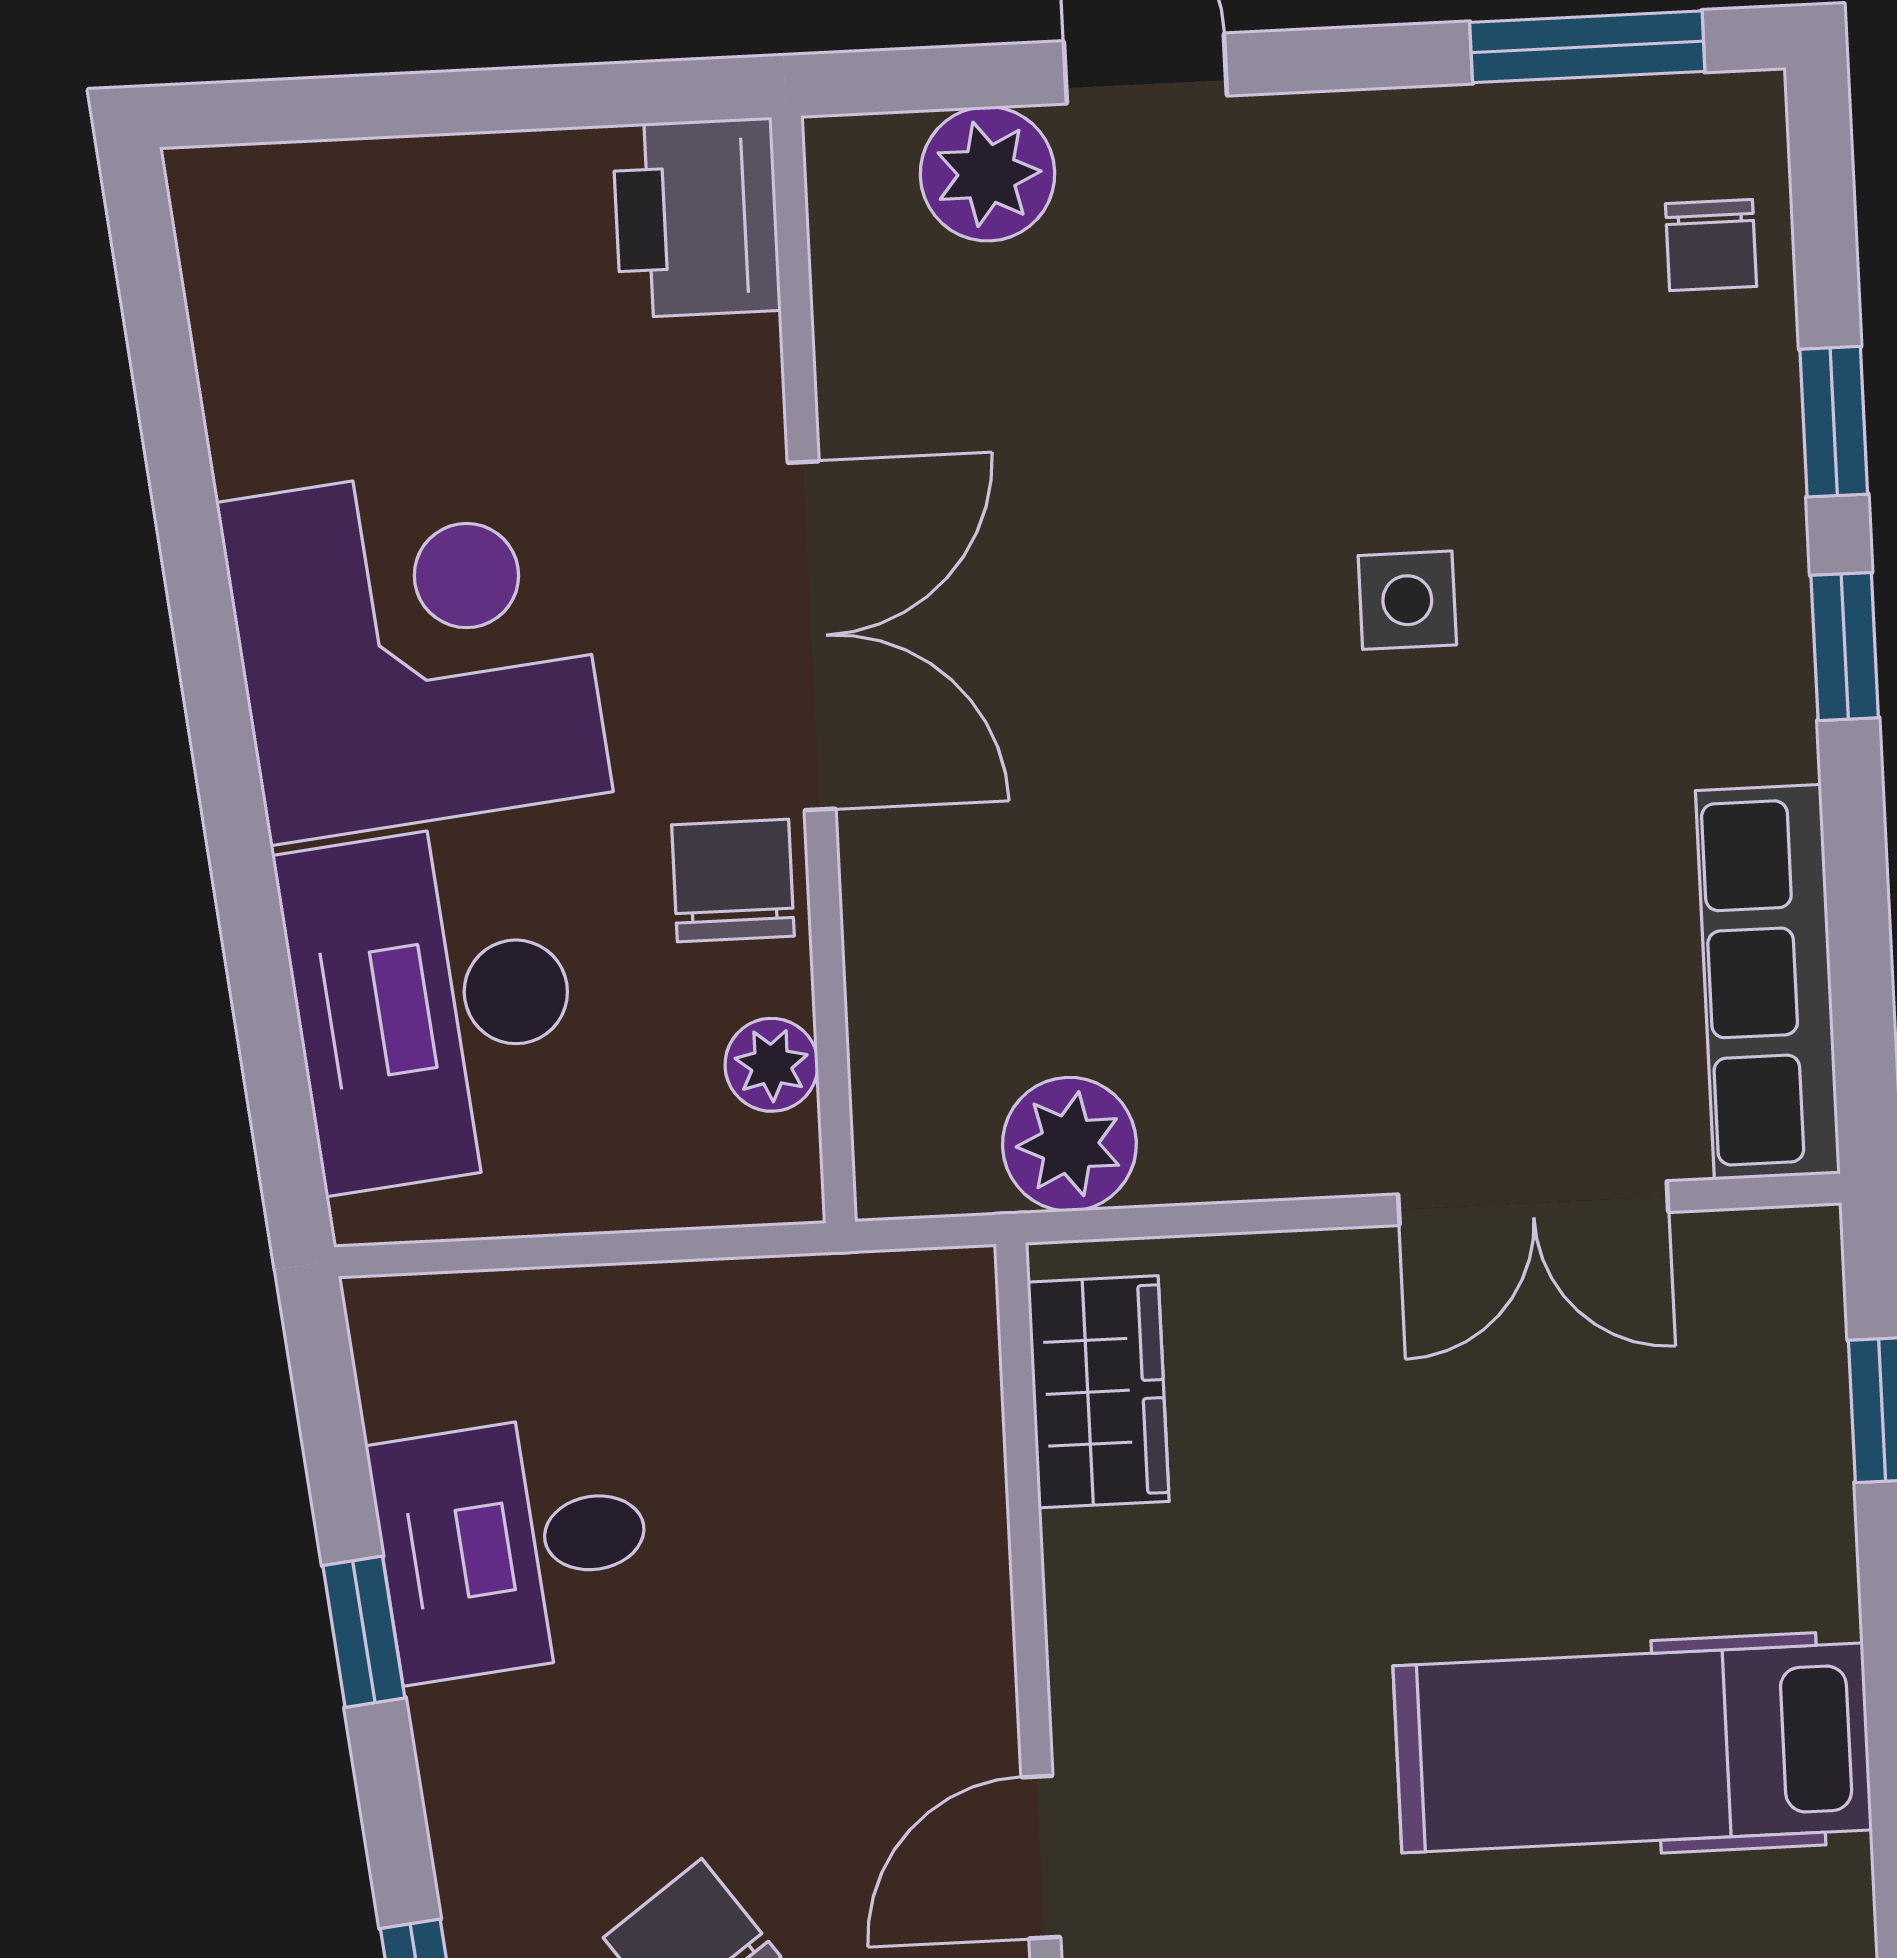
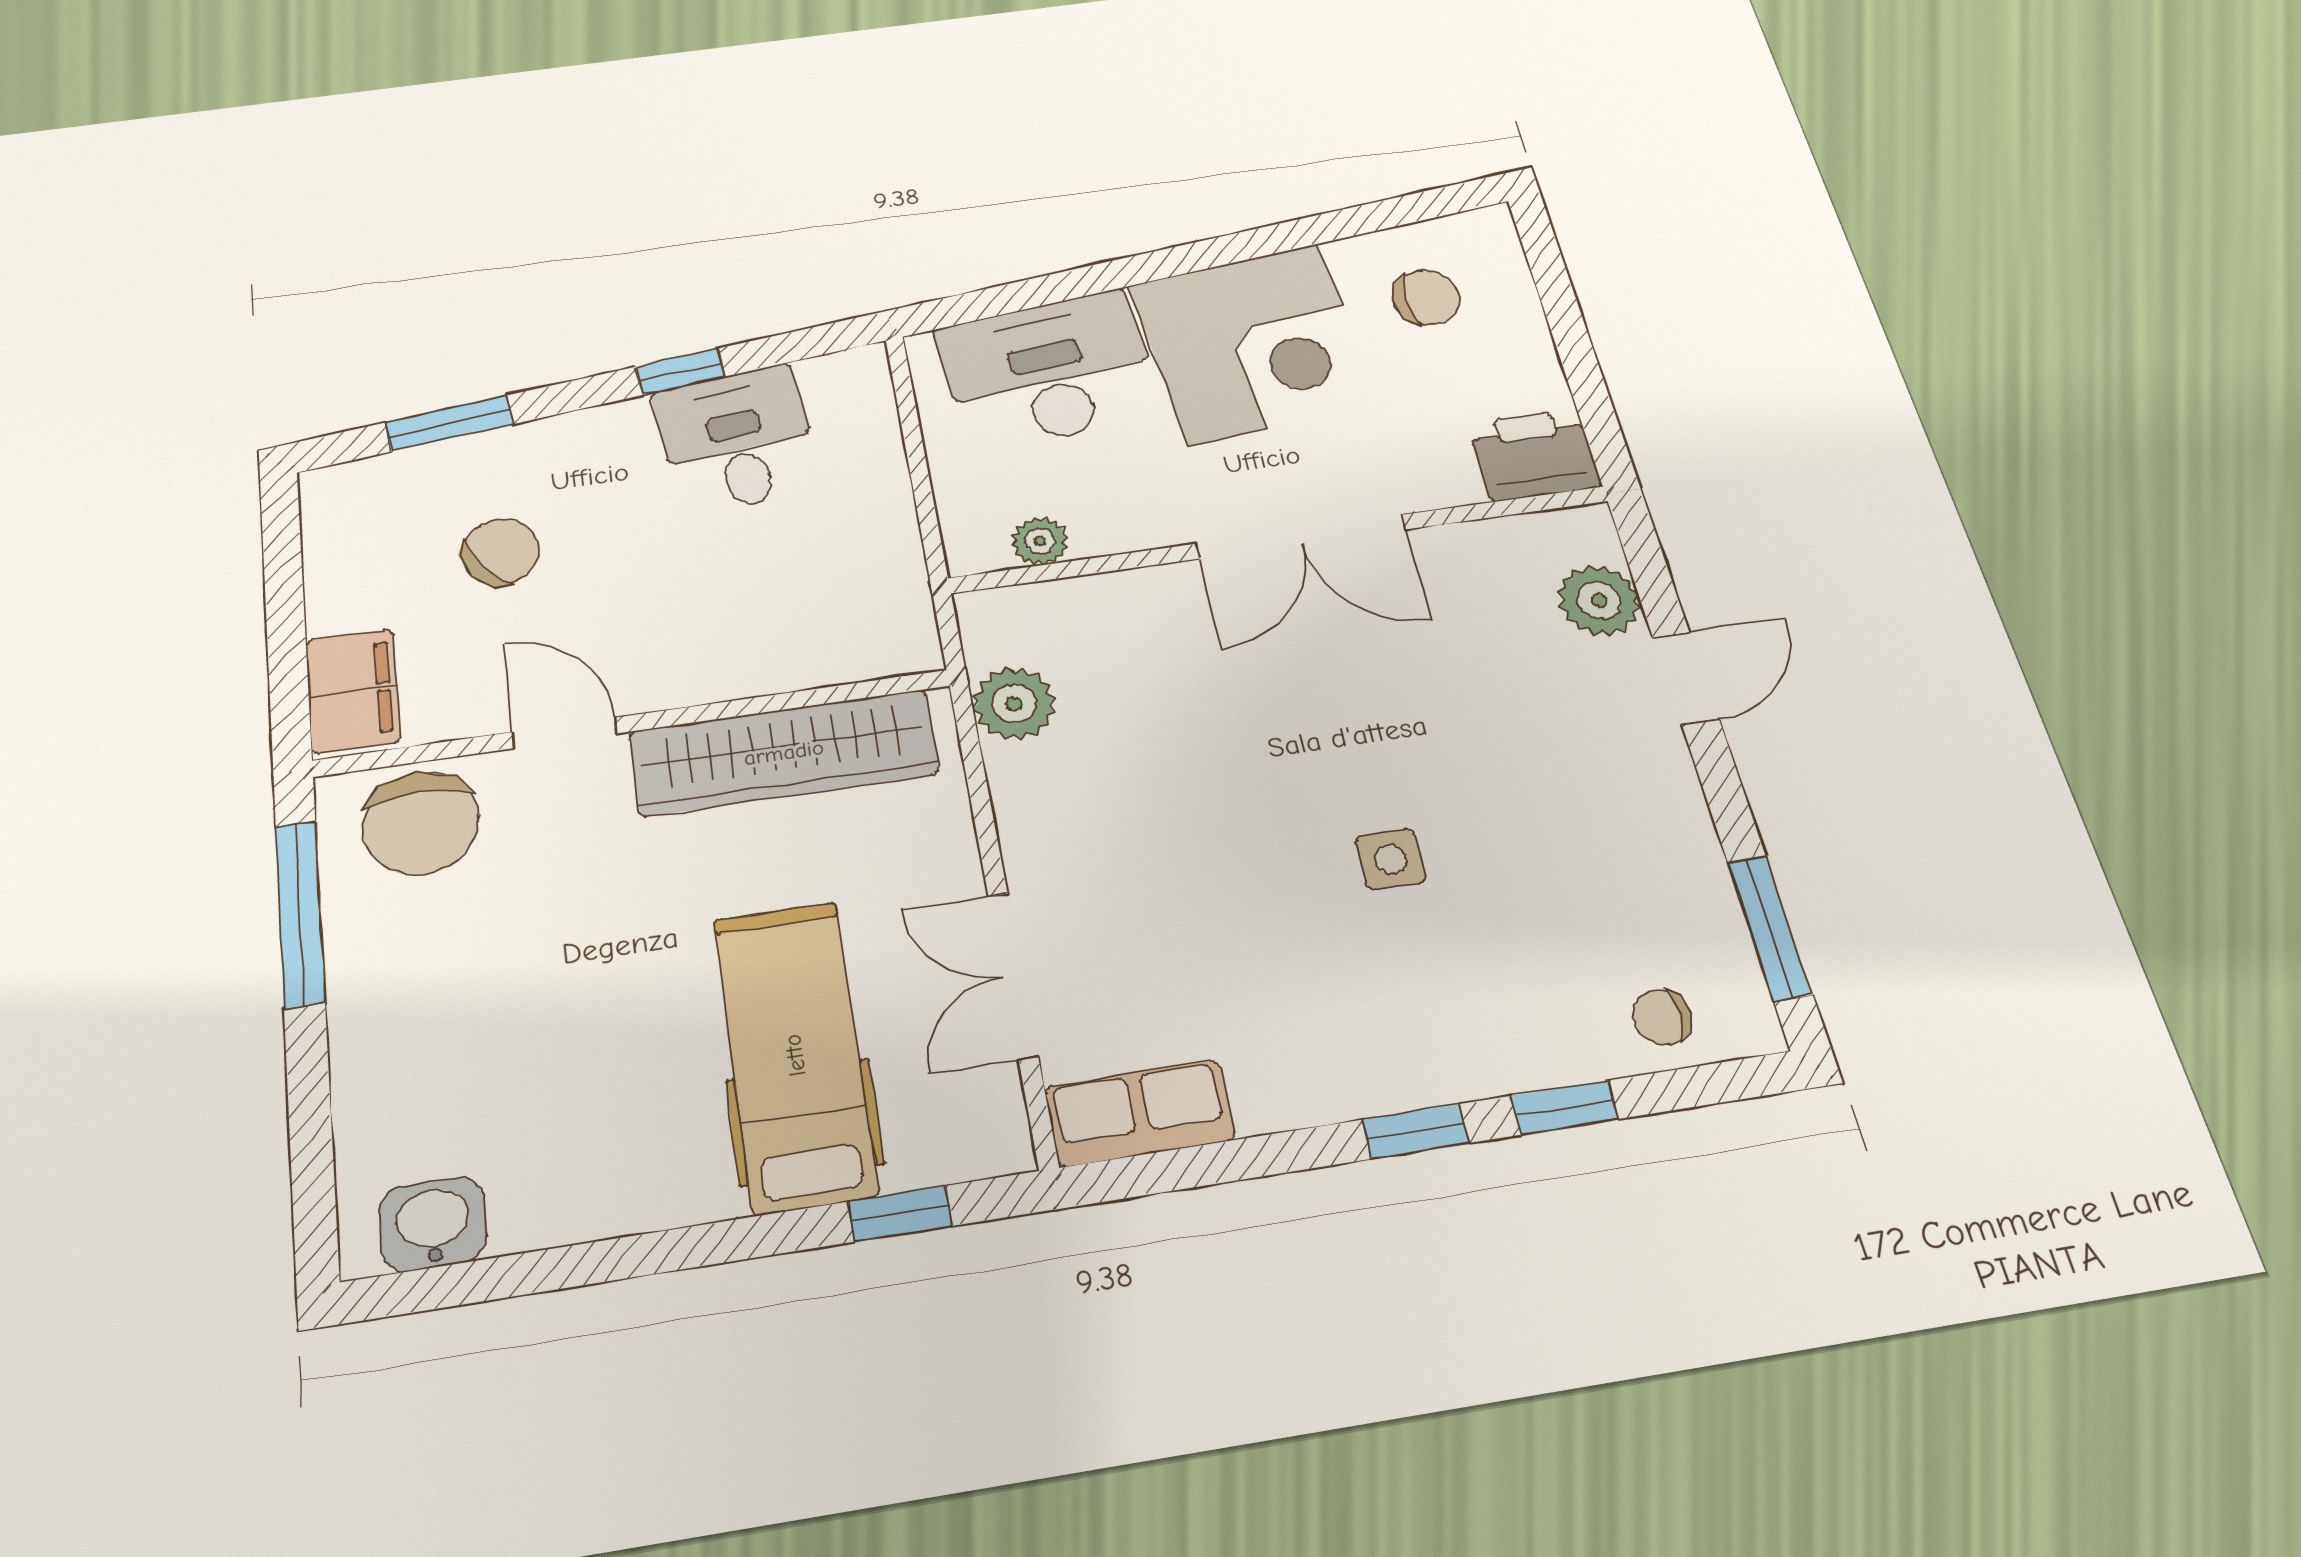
chair: (733, 880) -> (1426, 298), moved
row of seats: (1768, 982) -> (1139, 1113), width x0.68
wardrobe: (1098, 1392) -> (784, 753), width x2.10, depth x1.17
hospital bed: (1633, 1748) -> (795, 1055), moved

